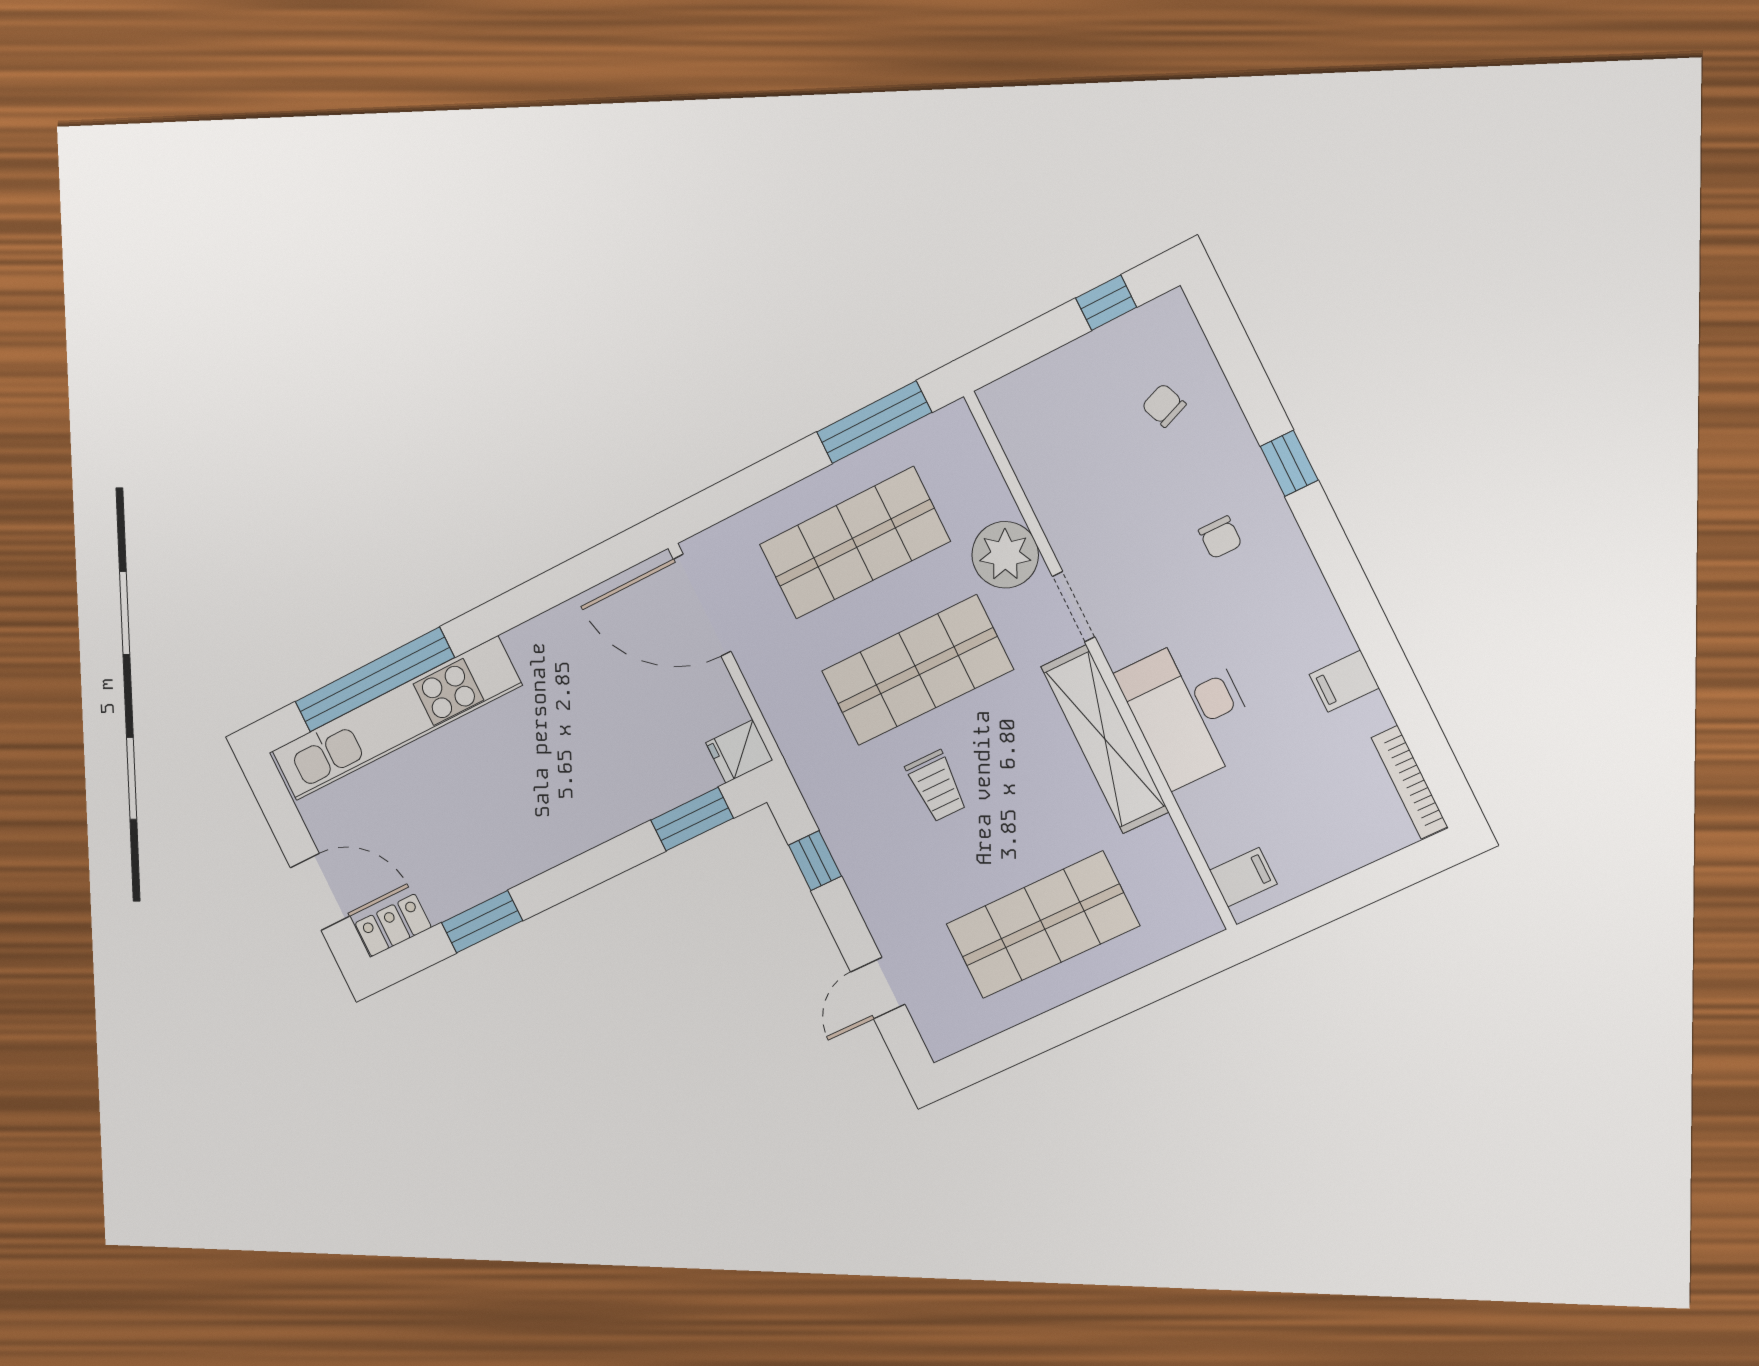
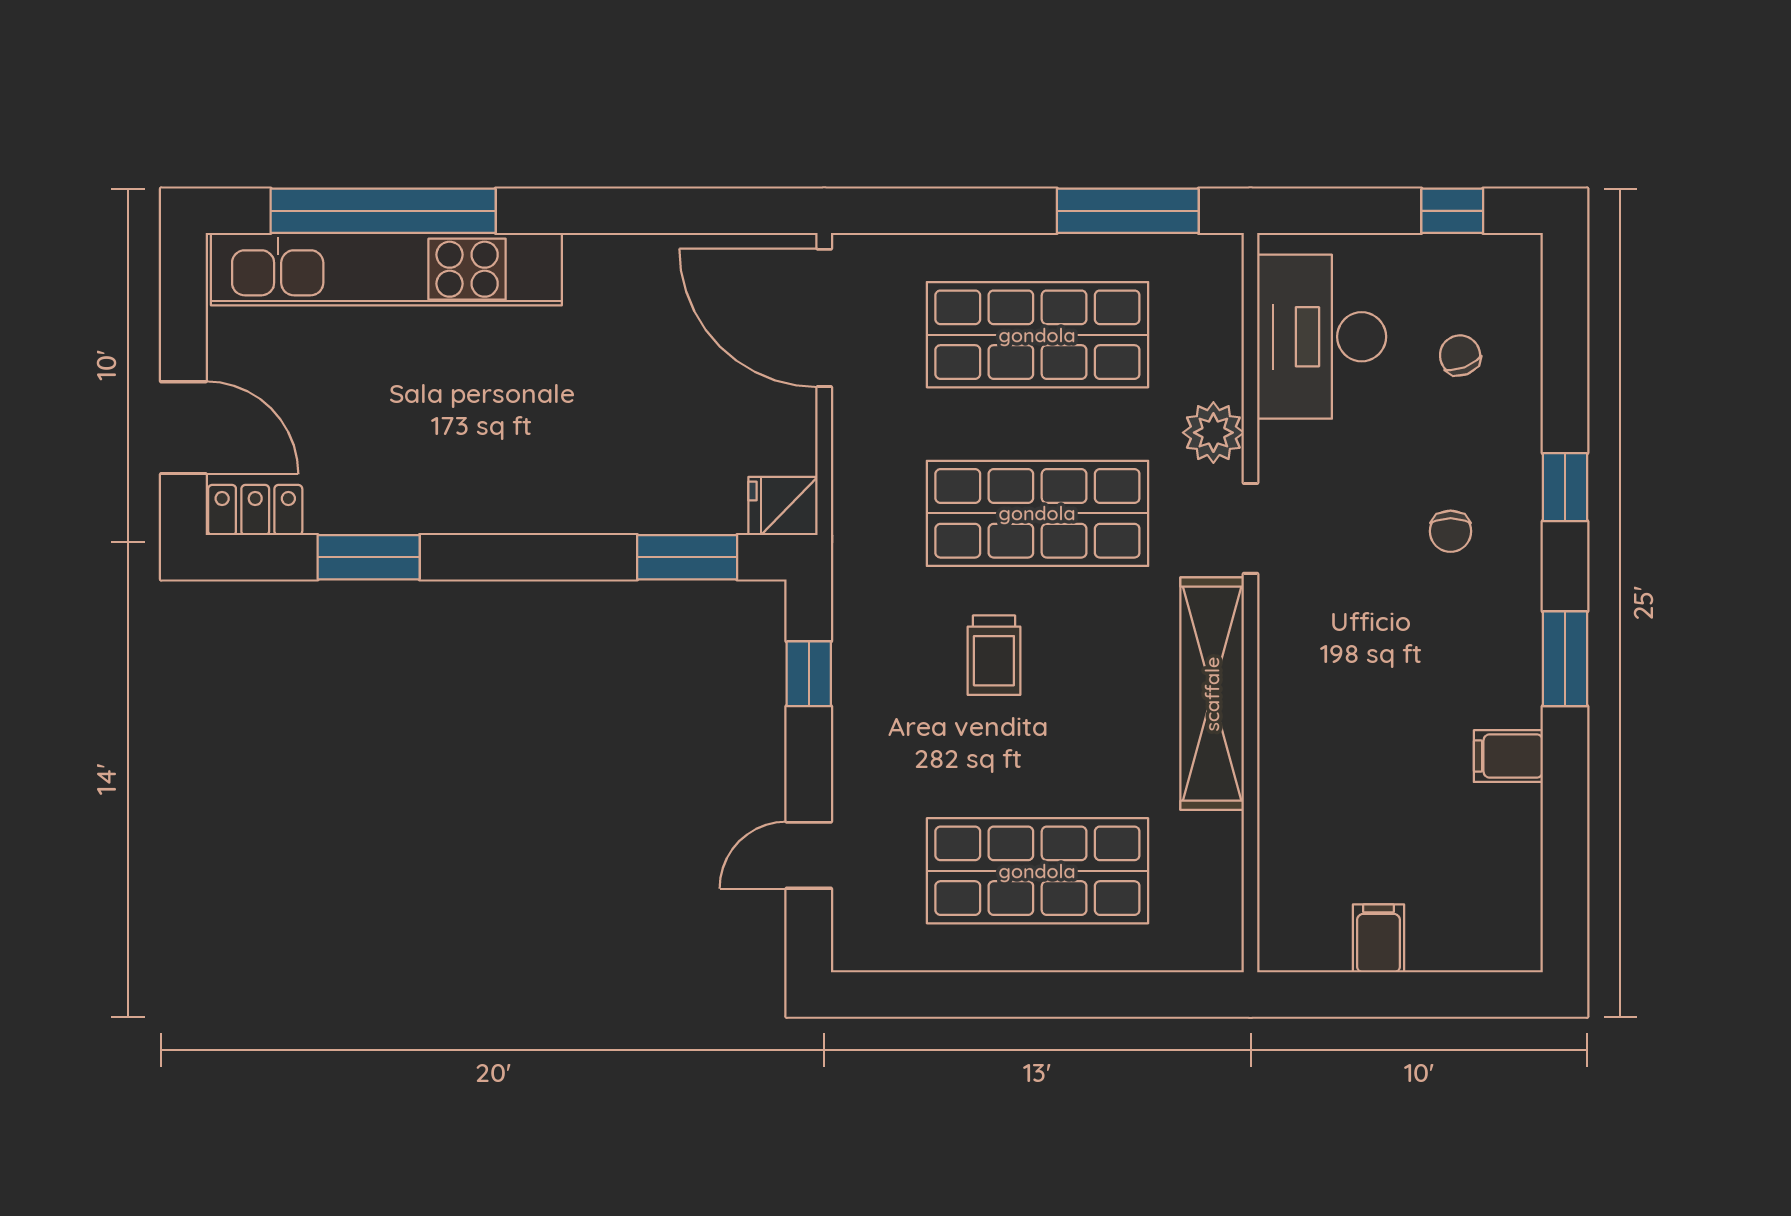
plant: (1005, 555) -> (1213, 433), width x0.73, depth x0.73
window: (1351, 590) -> (1565, 659), added
desk: (1189, 711) -> (1322, 337), moved
bookcase: (1409, 782) -> (1525, 902), removed
filing cabinet: (1243, 877) -> (1378, 938), moved, turned -90

